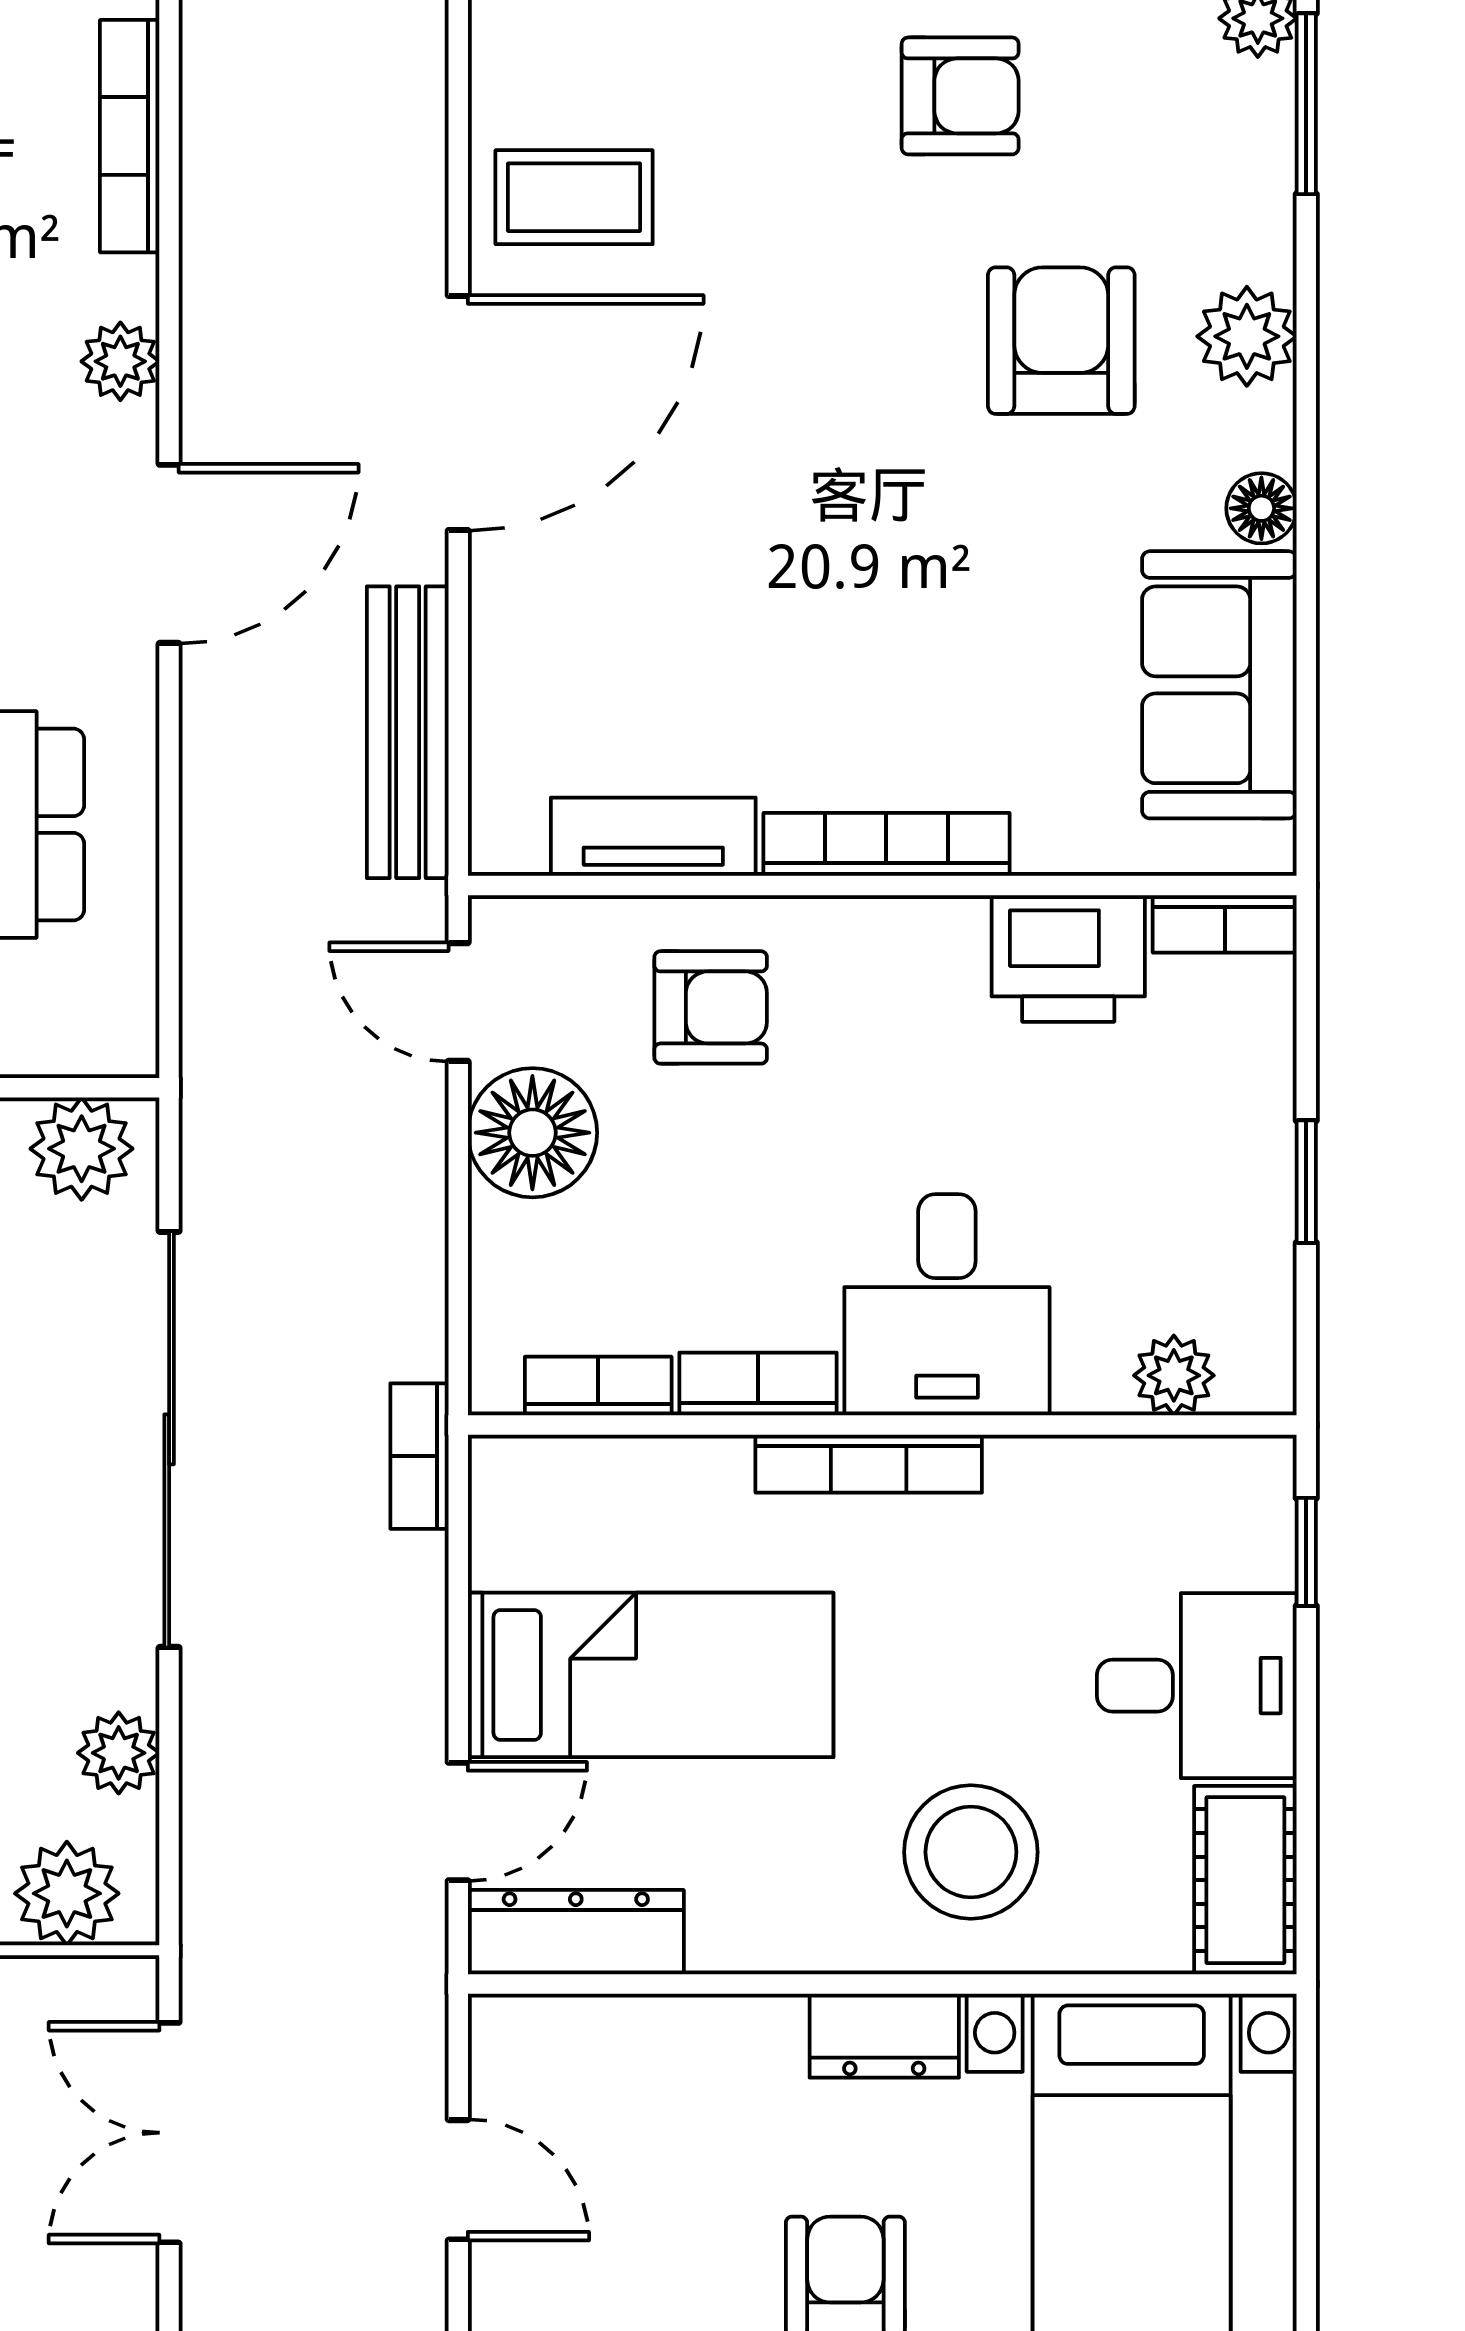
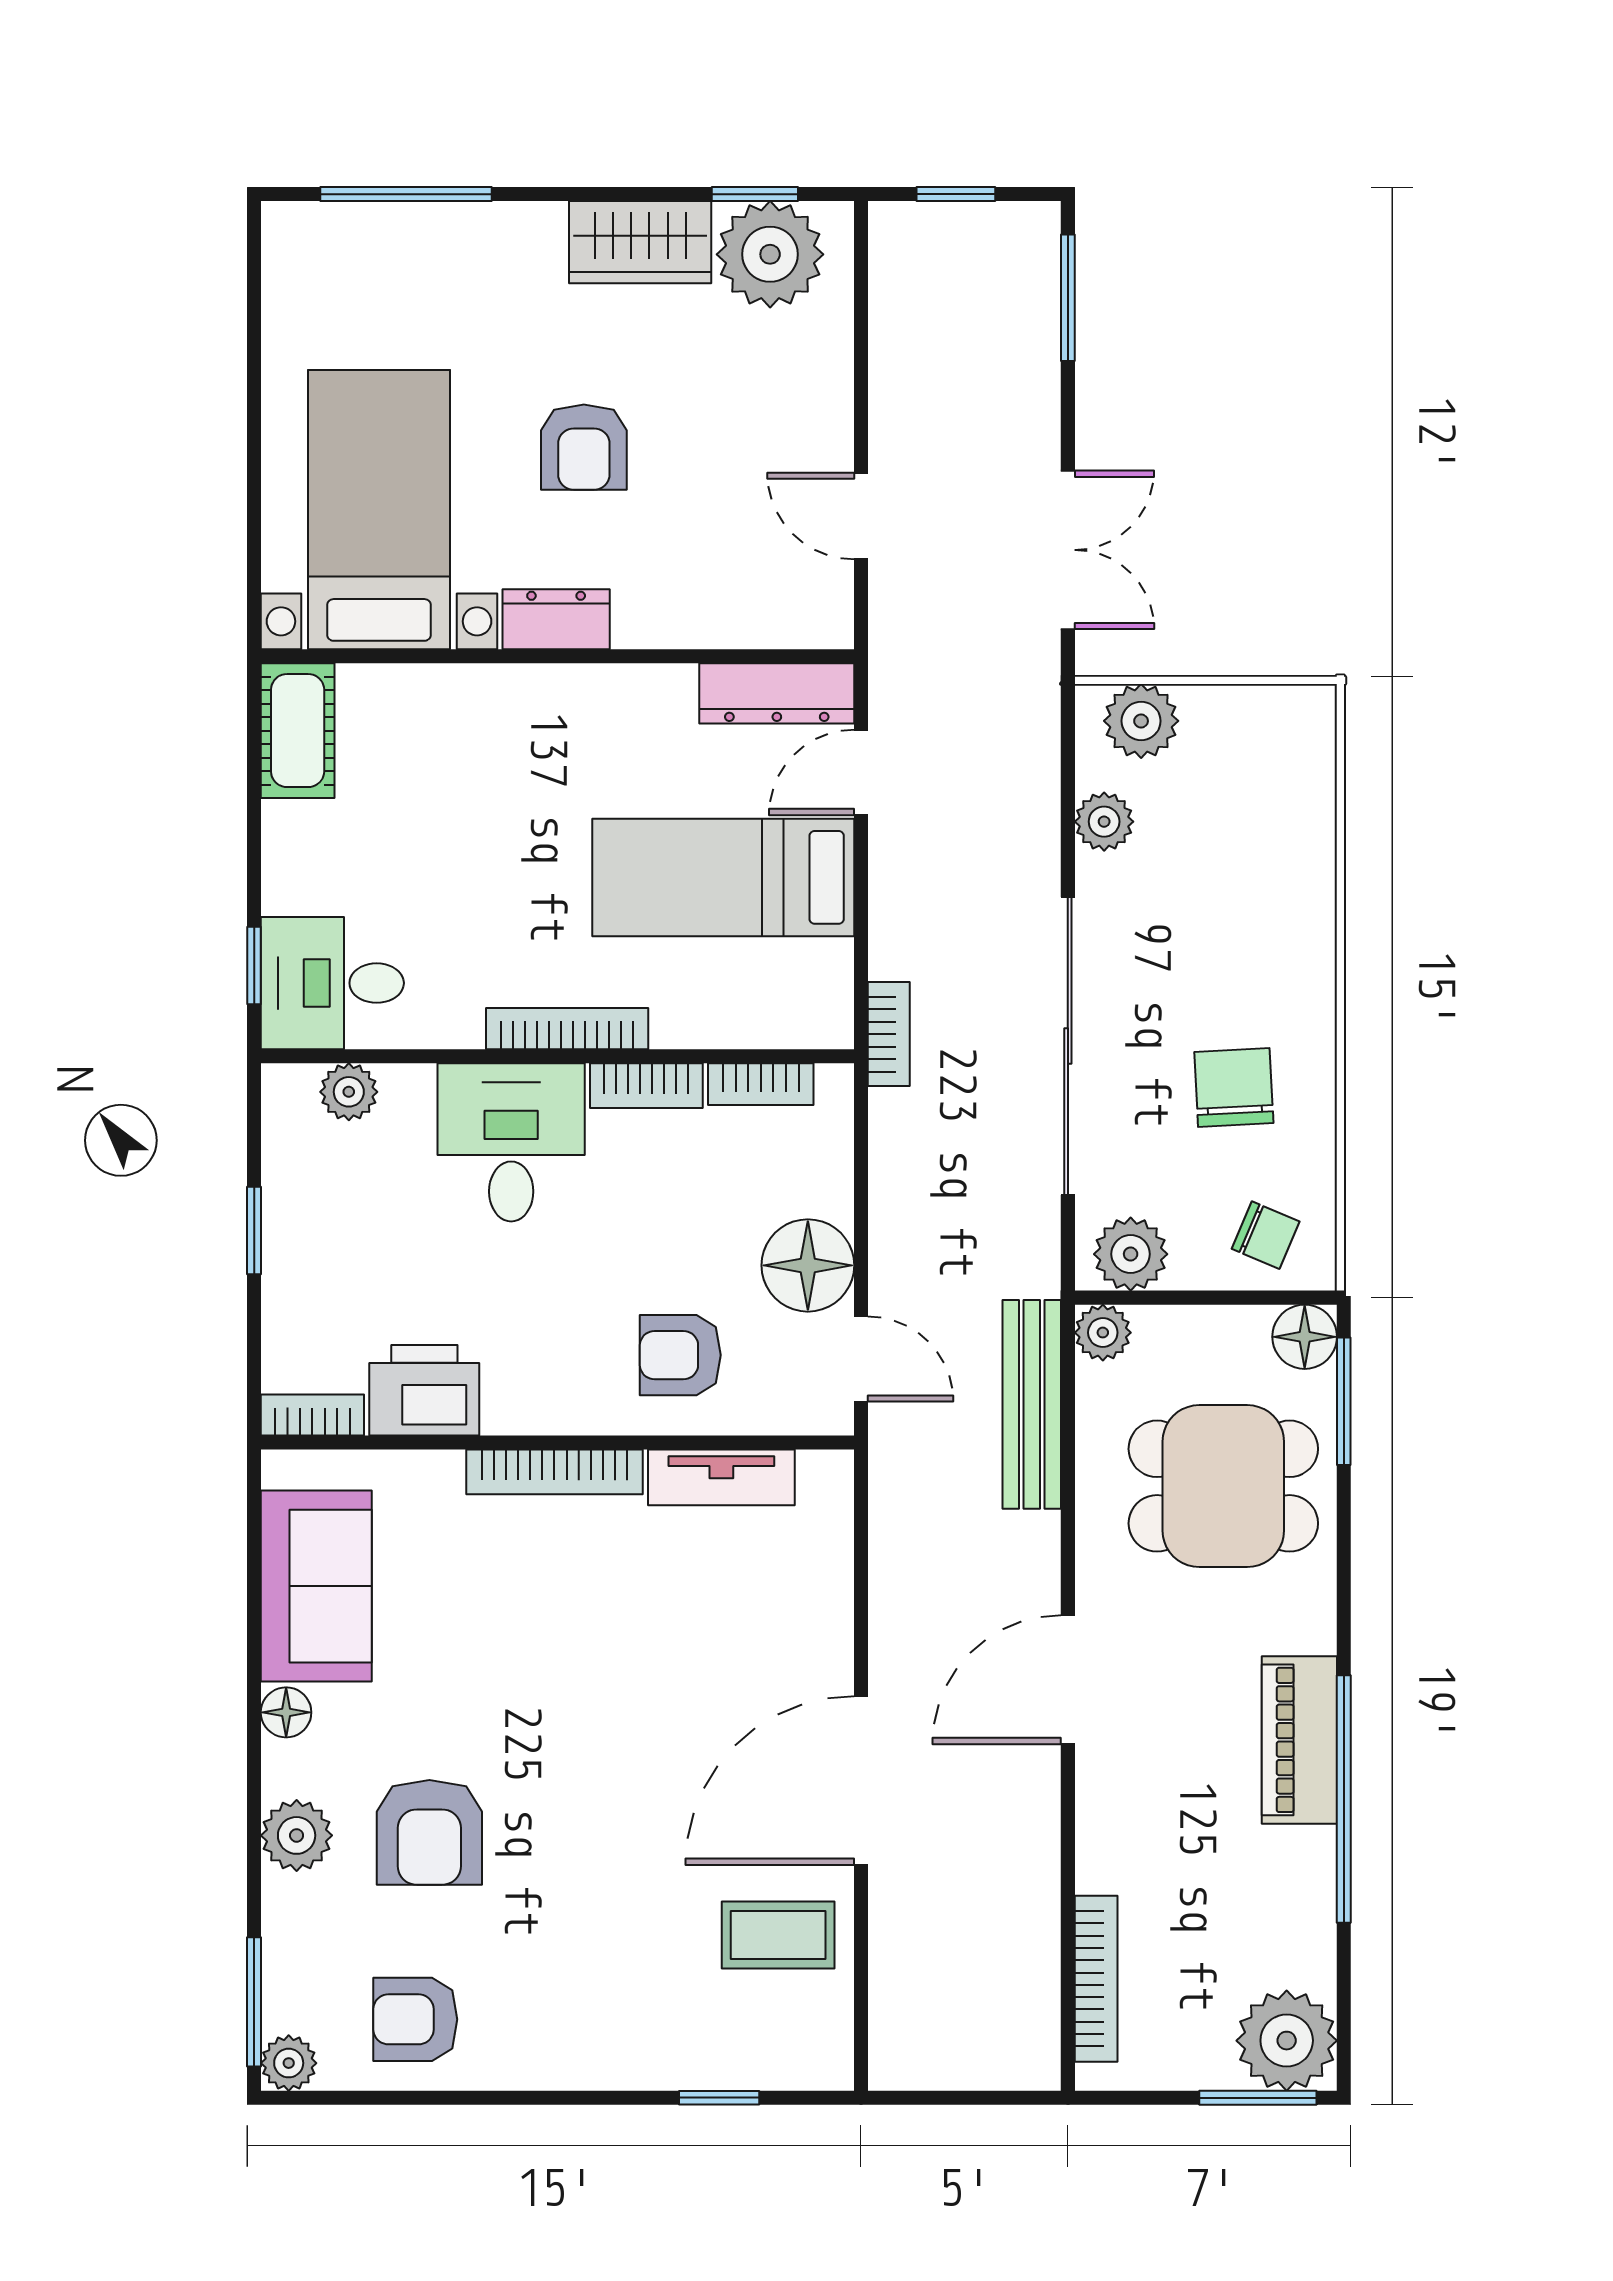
armchair: (960, 96) -> (415, 2019), moved
plant: (120, 361) -> (1103, 1333), moved
bench: (408, 732) -> (1032, 1404), moved
desk: (1197, 1686) -> (332, 983), moved
stool: (971, 1852) -> (494, 751), removed

